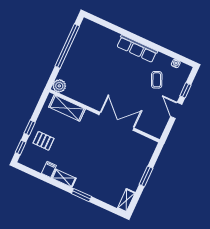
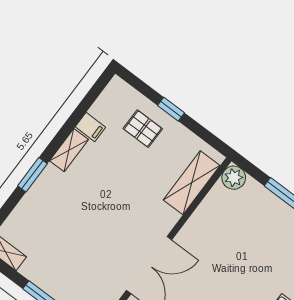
pallet: (44, 141) -> (143, 129), turned 90
window: (21, 147) -> (140, 86), removed

